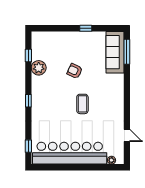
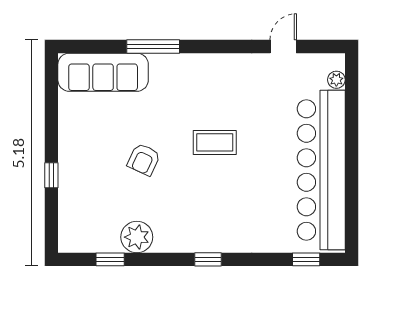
window: (86, 28) -> (51, 175), moved
window: (127, 52) -> (153, 46), moved

